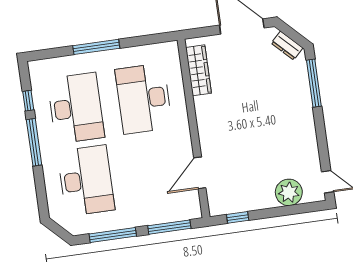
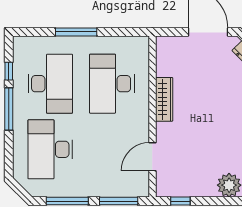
wardrobe: (199, 70) -> (164, 99), moved
desk: (86, 181) -> (50, 149), turned 180

